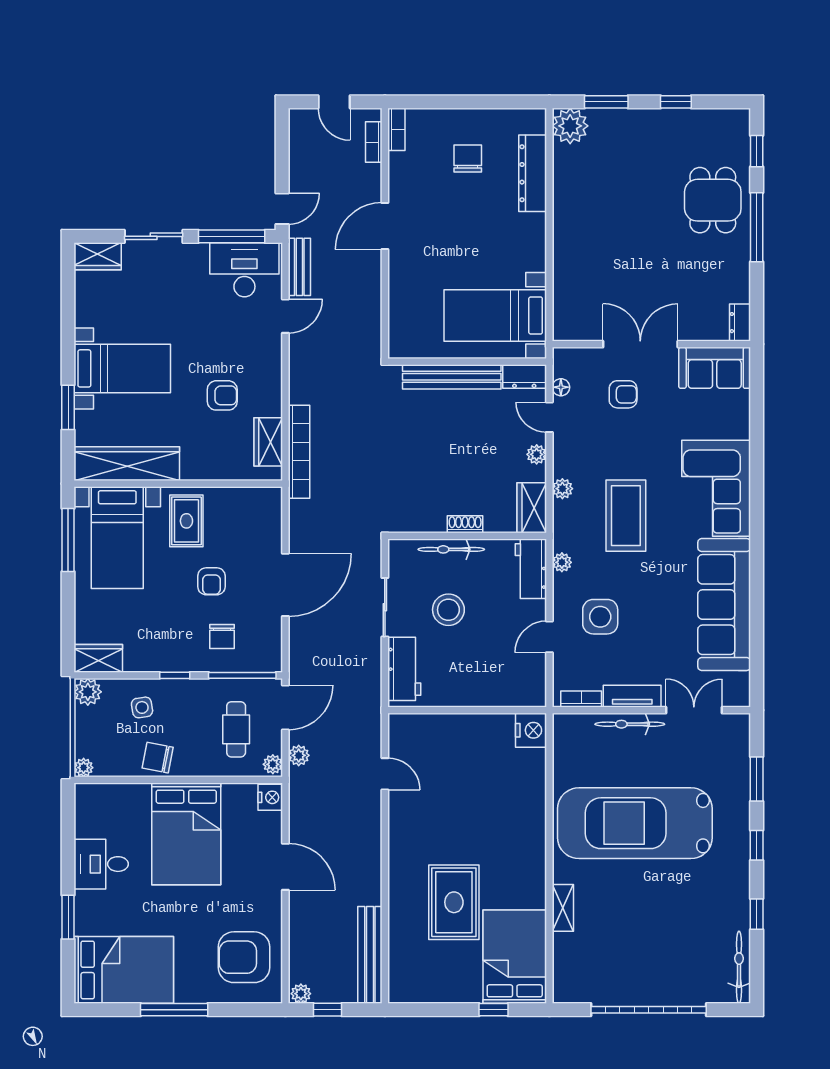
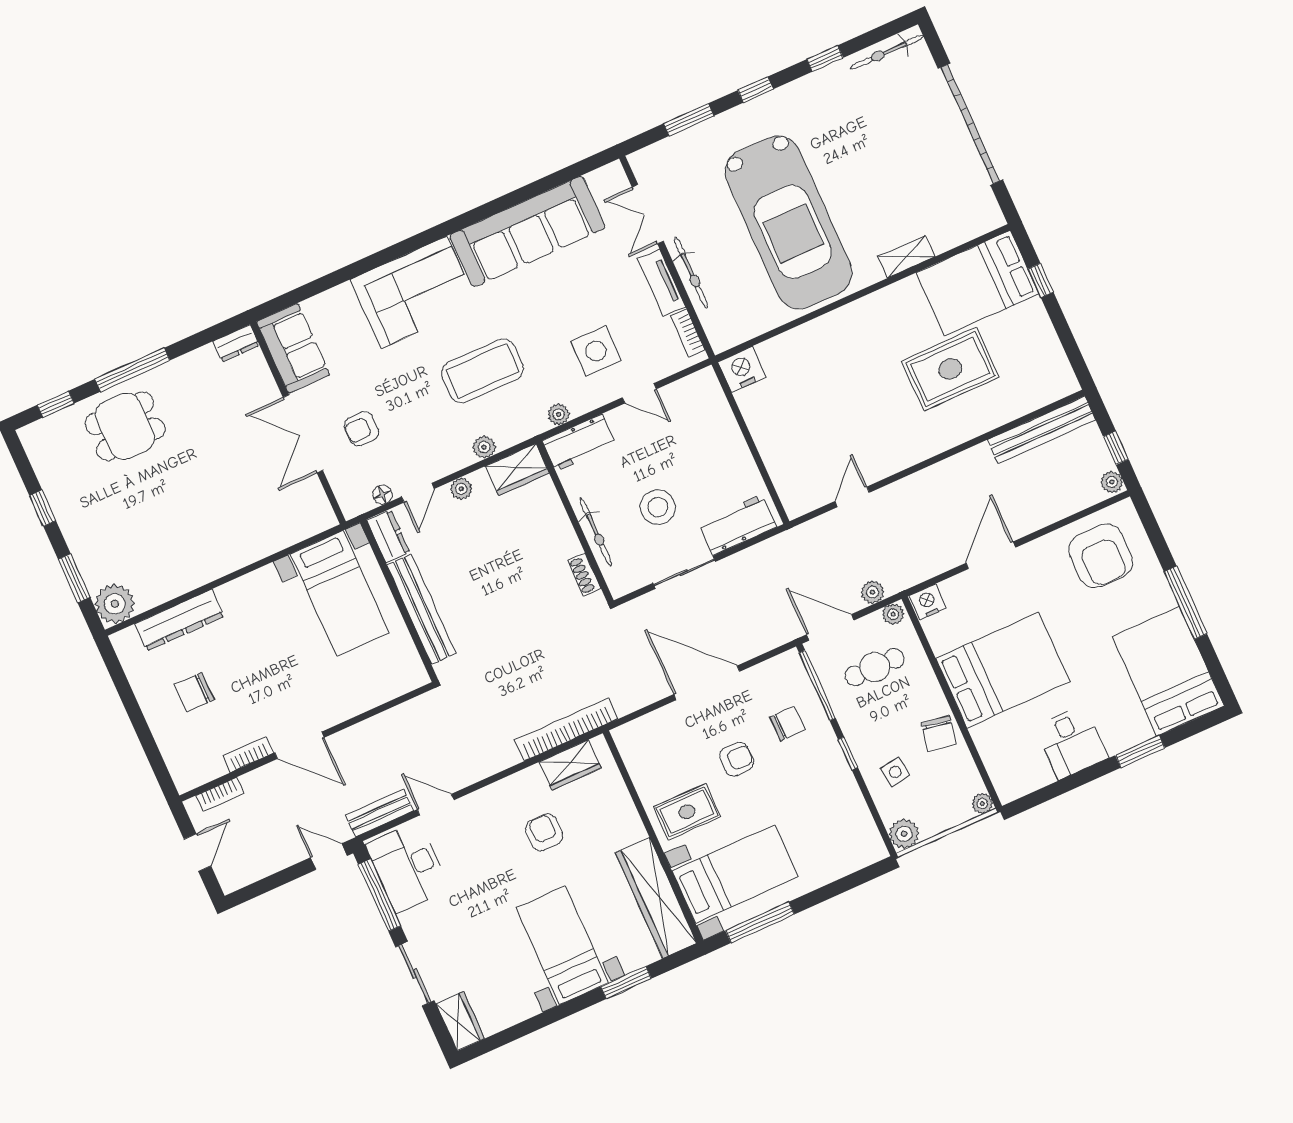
bookcase: (396, 129) -> (248, 754), moved
armchair: (623, 394) -> (361, 429), turned -90
shoe rack: (465, 524) -> (584, 574), moved
wardrobe: (98, 658) -> (866, 838), removed

